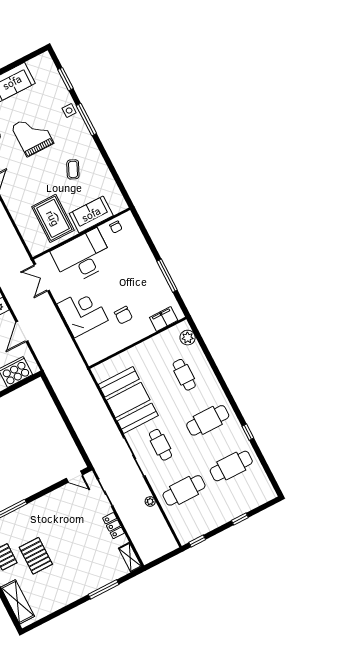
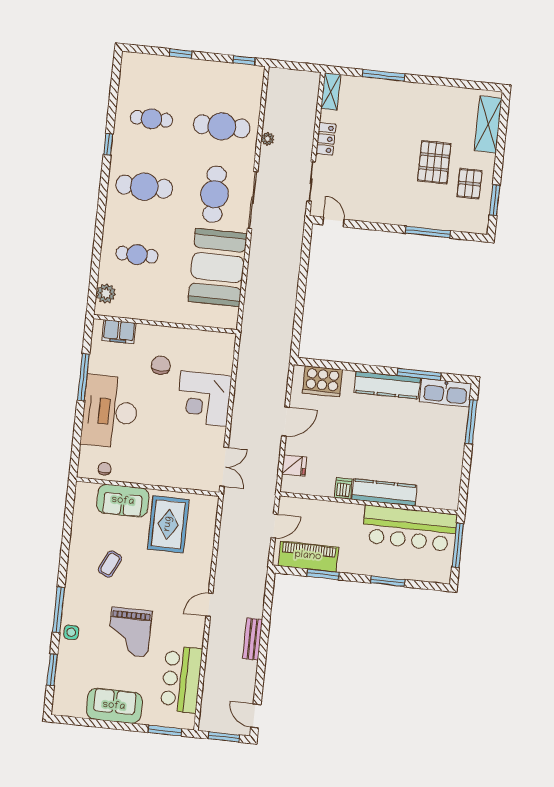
desk: (82, 257) -> (110, 412), moved, turned 90
cafe table: (184, 375) -> (137, 255), turned 90
cafe table: (160, 445) -> (215, 194), width x1.37, depth x1.35
cafe table: (231, 466) -> (151, 119), width x0.73, depth x0.74

